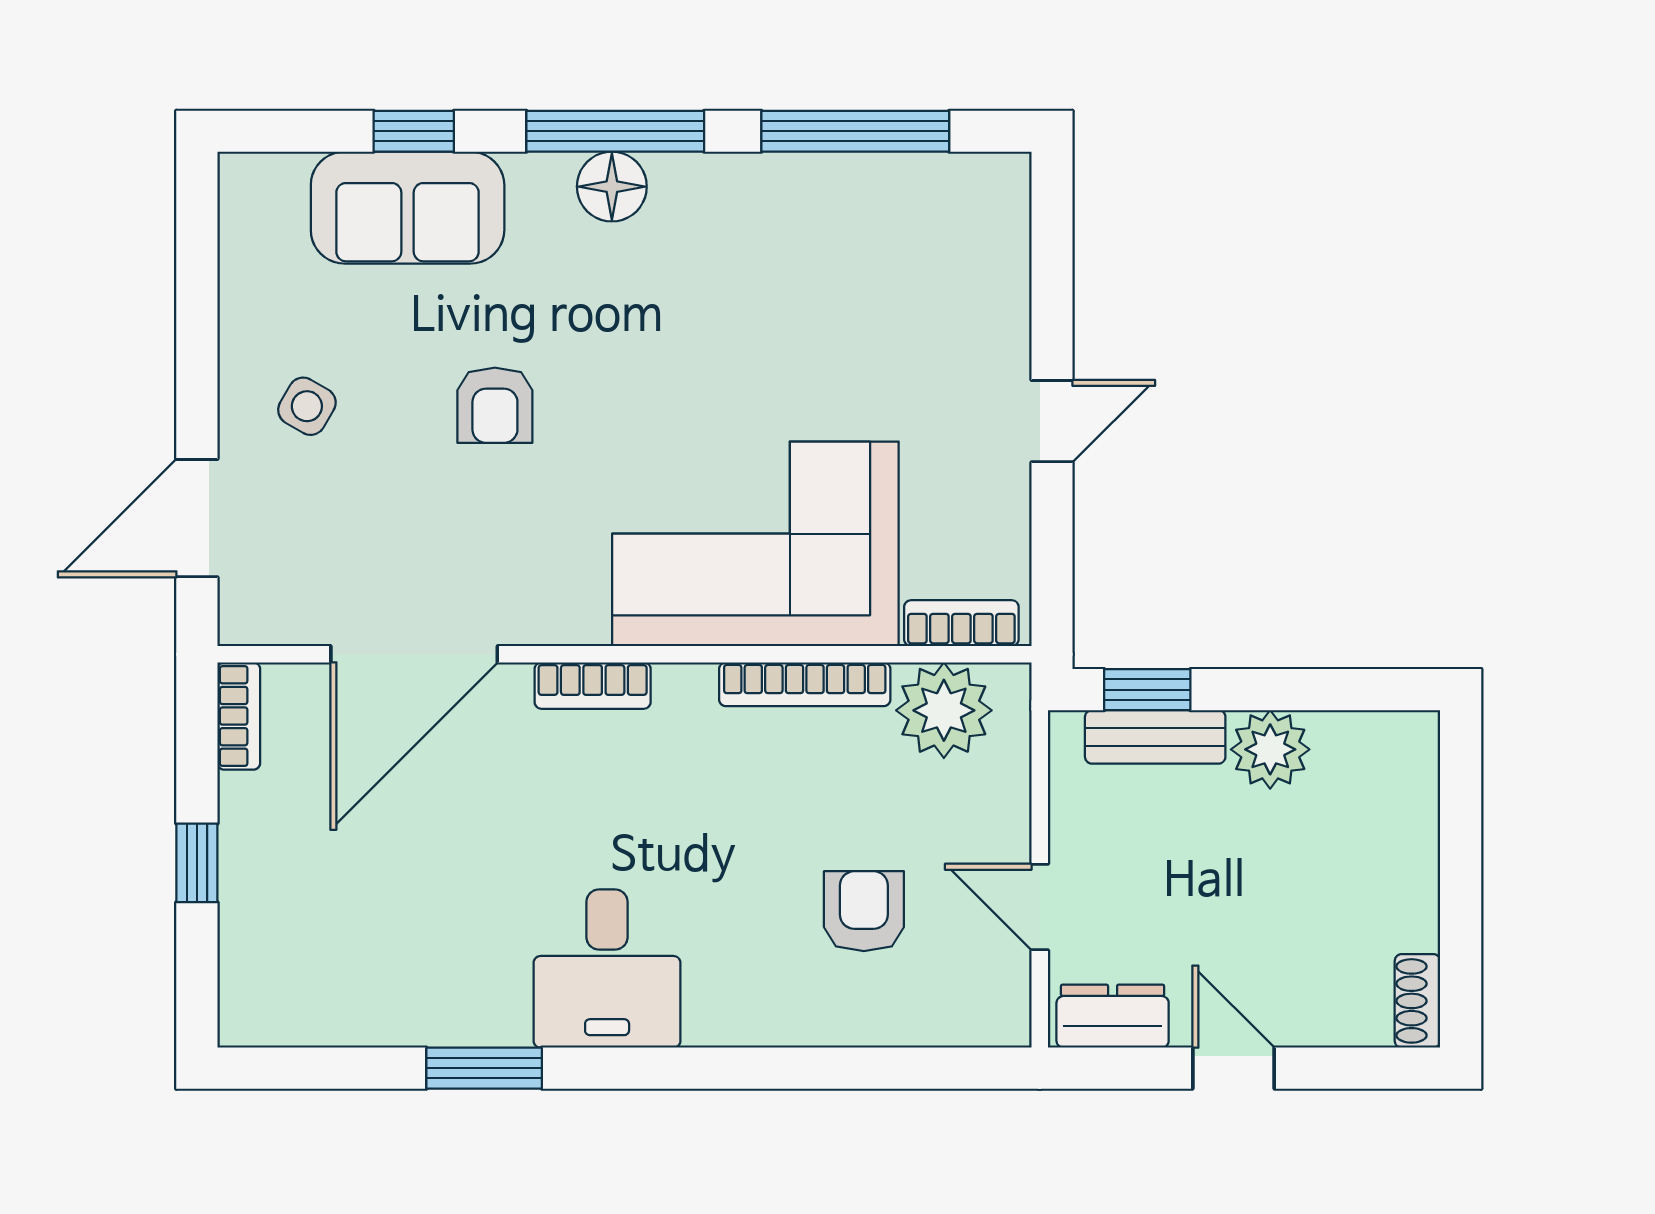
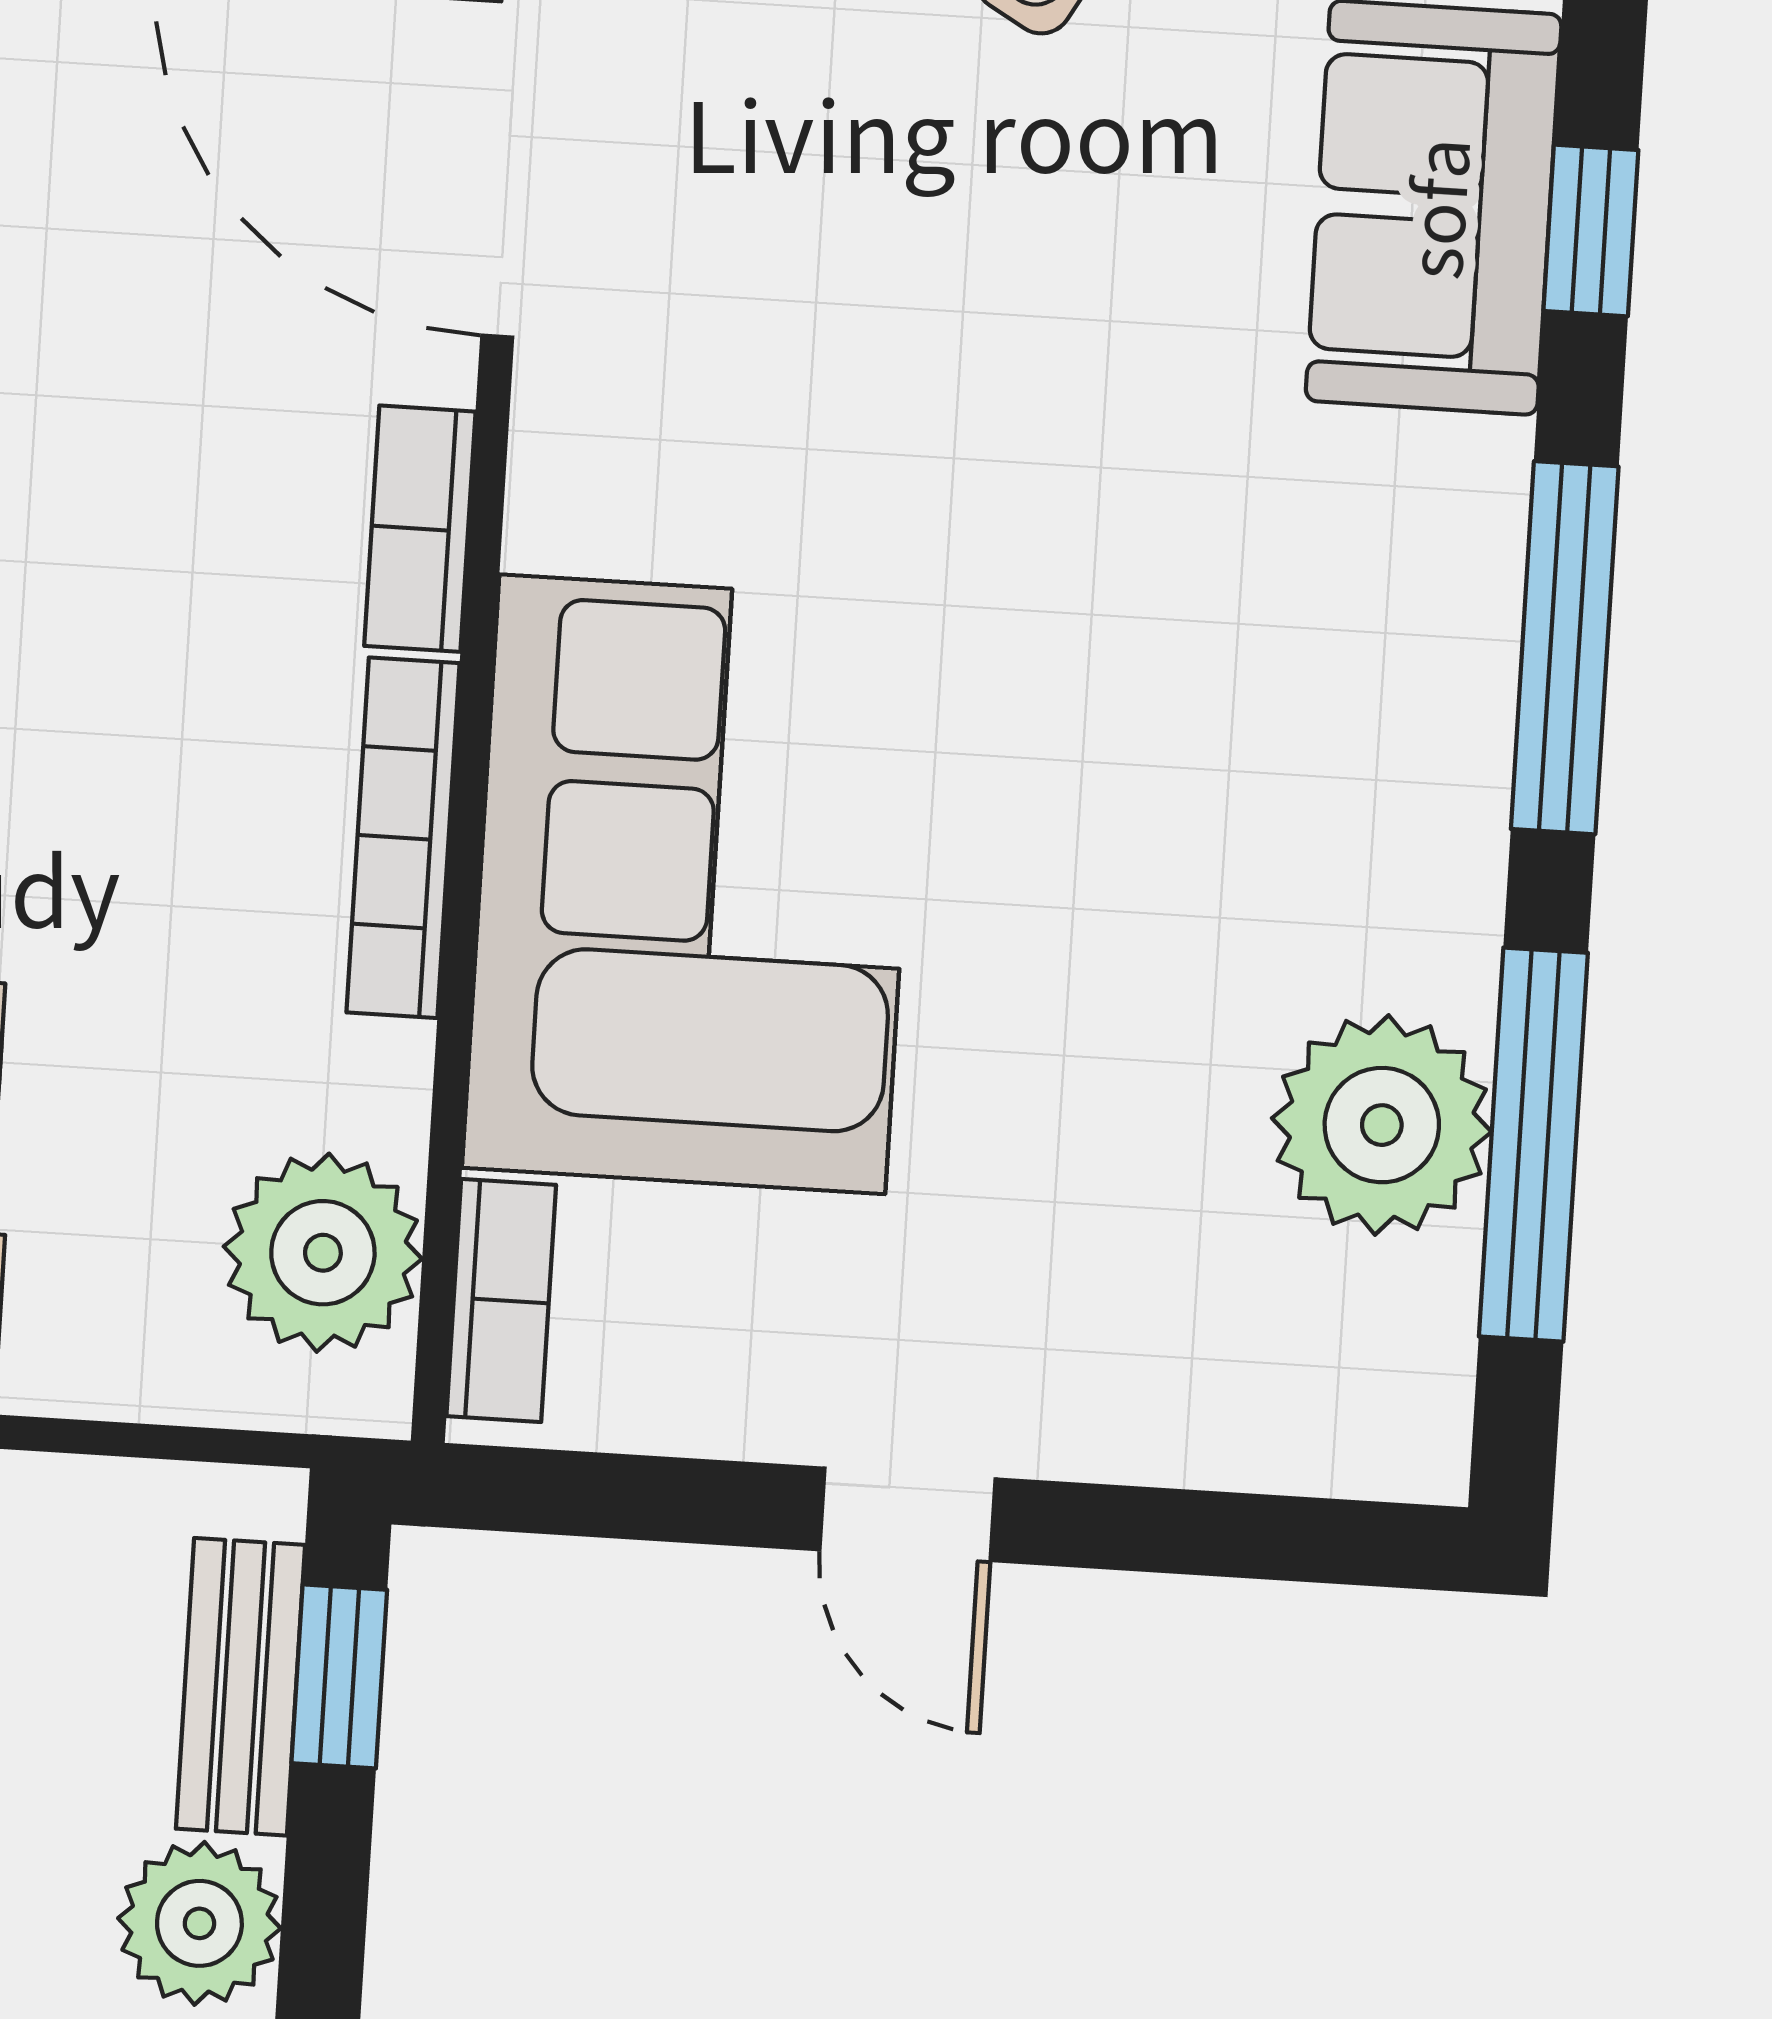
floor lamp: (612, 187) -> (1451, 633), removed
plant: (850, 205) -> (1382, 1125), added
armchair: (495, 405) -> (1013, 363), removed
bookcase: (805, 684) -> (403, 838), moved

